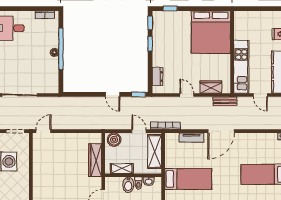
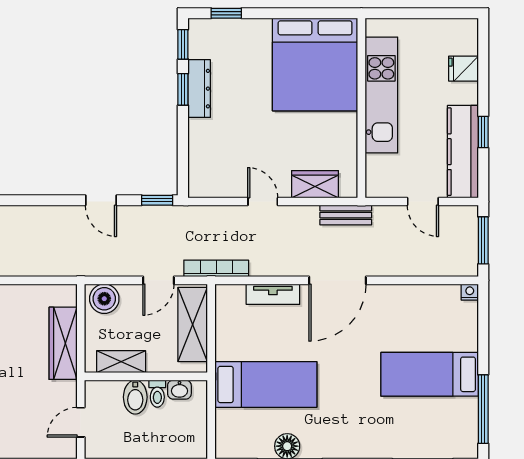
kitchen unit: (241, 67) -> (381, 95), moved
dresser: (158, 77) -> (199, 89), moved, width x1.44
door: (139, 131) -> (158, 280), swing flipped

